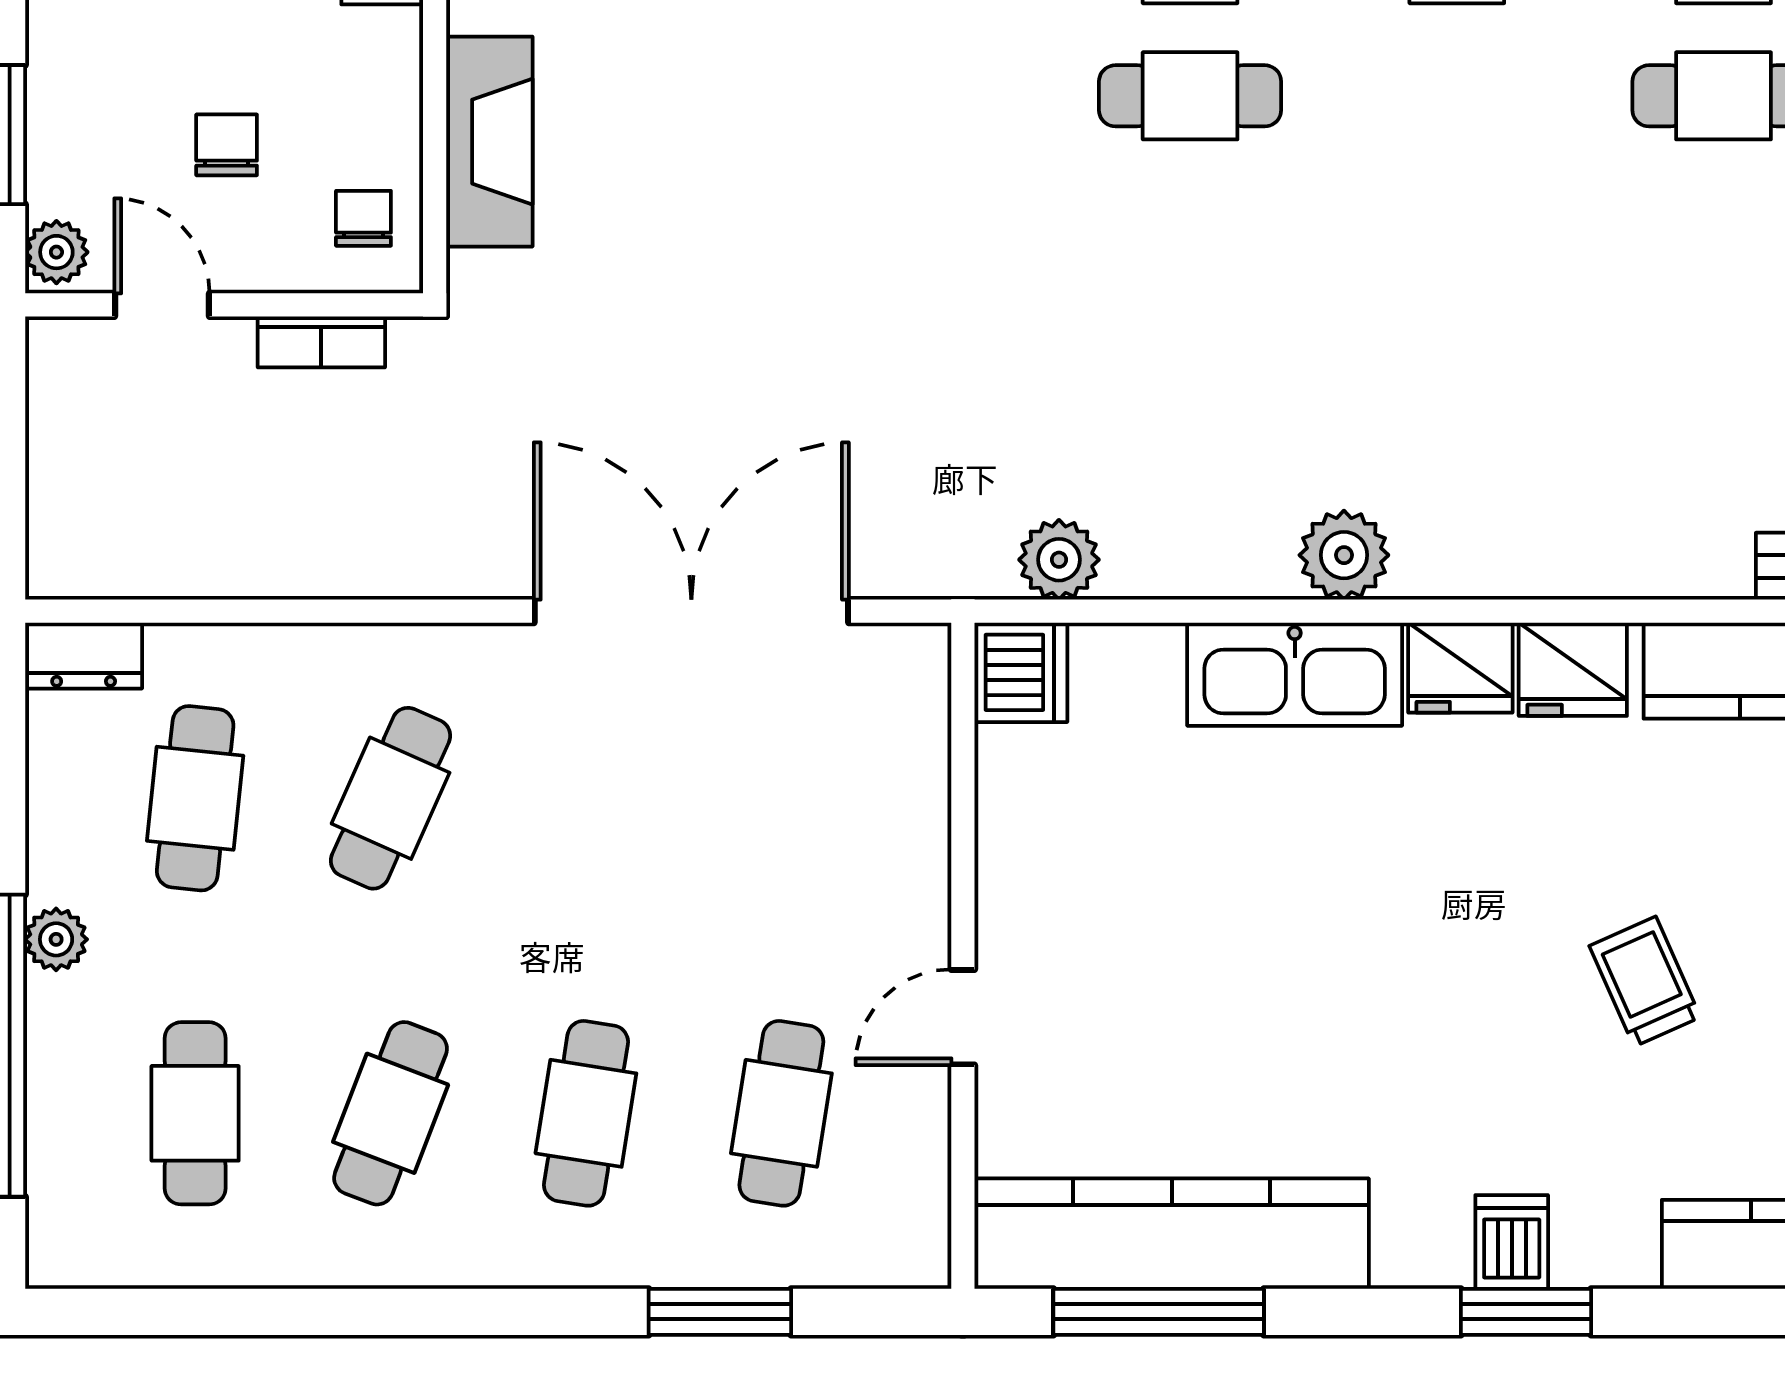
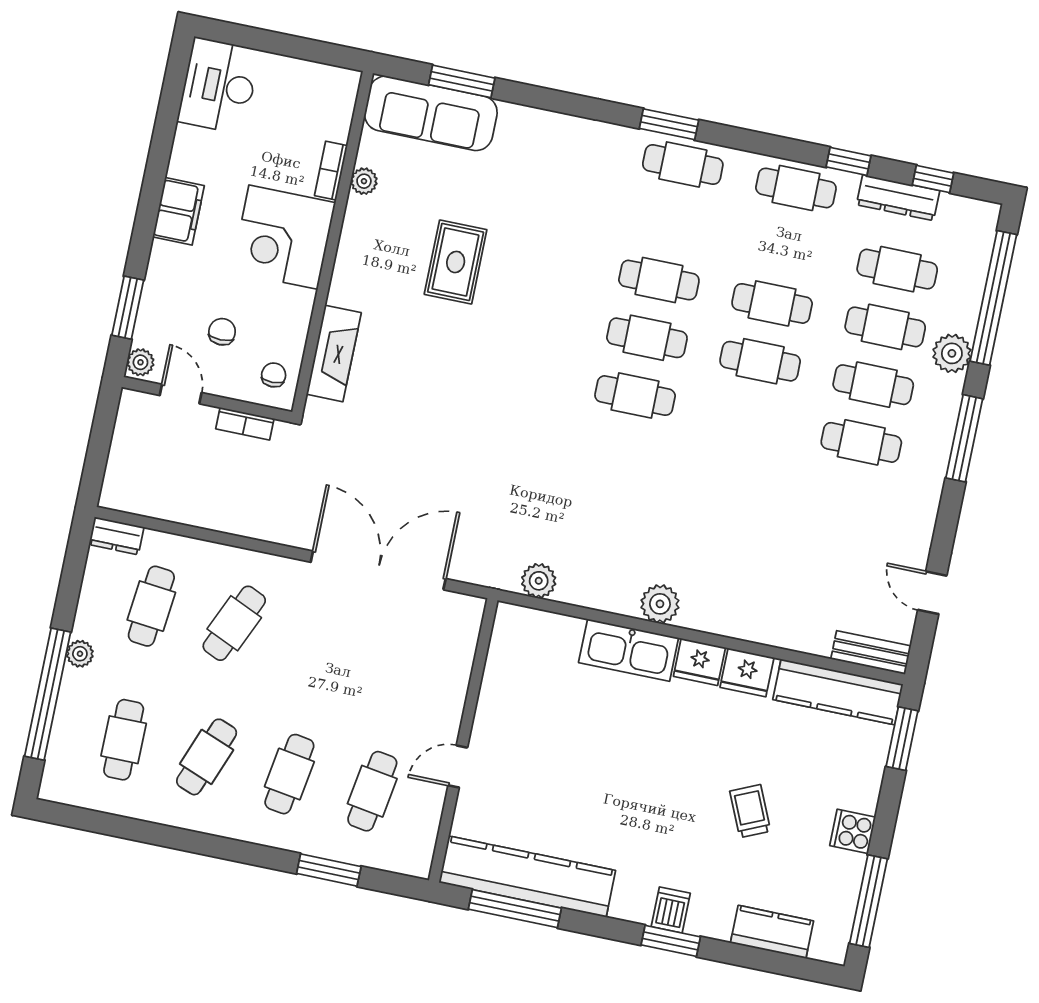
dishwasher: (1021, 672) -> (513, 625), removed

